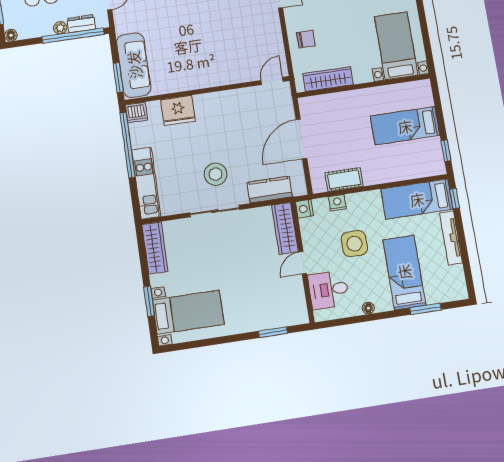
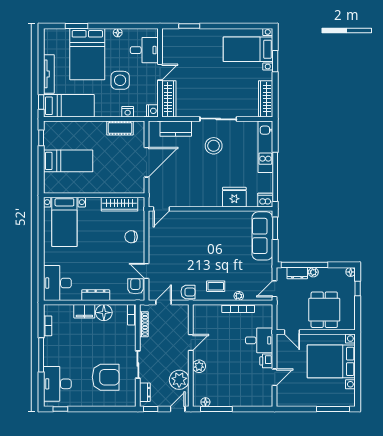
bed: (404, 272) -> (87, 54), width x1.50

